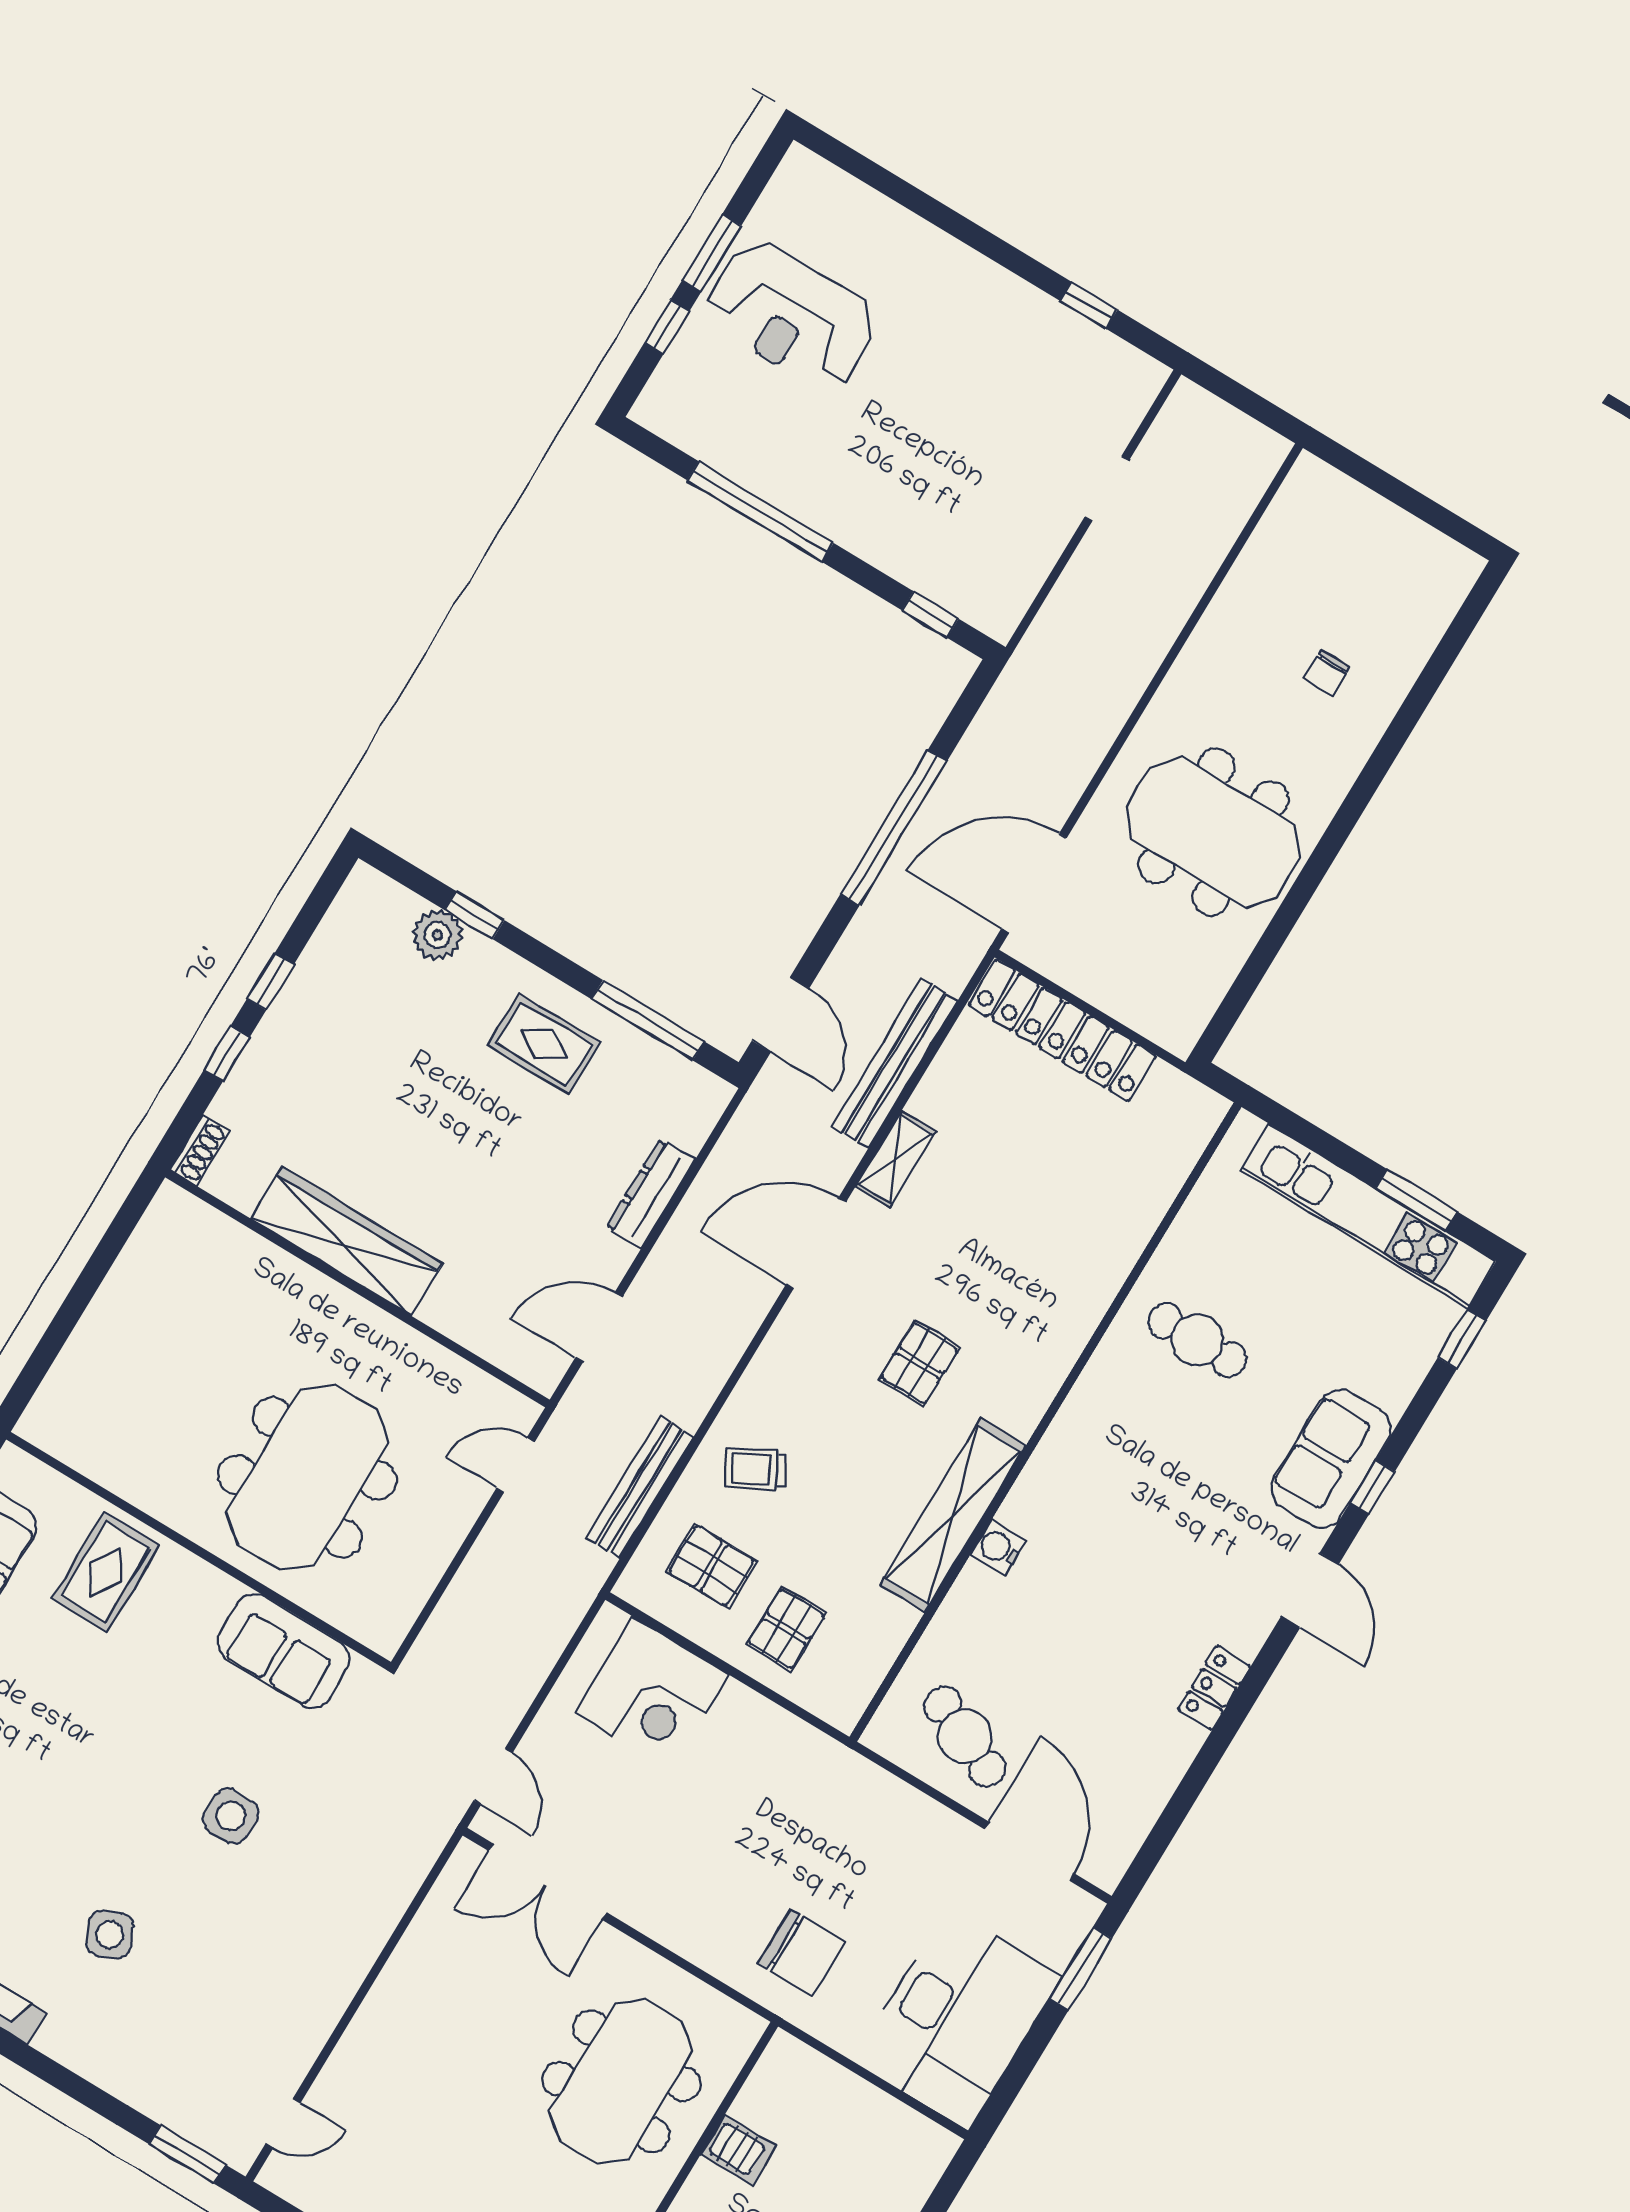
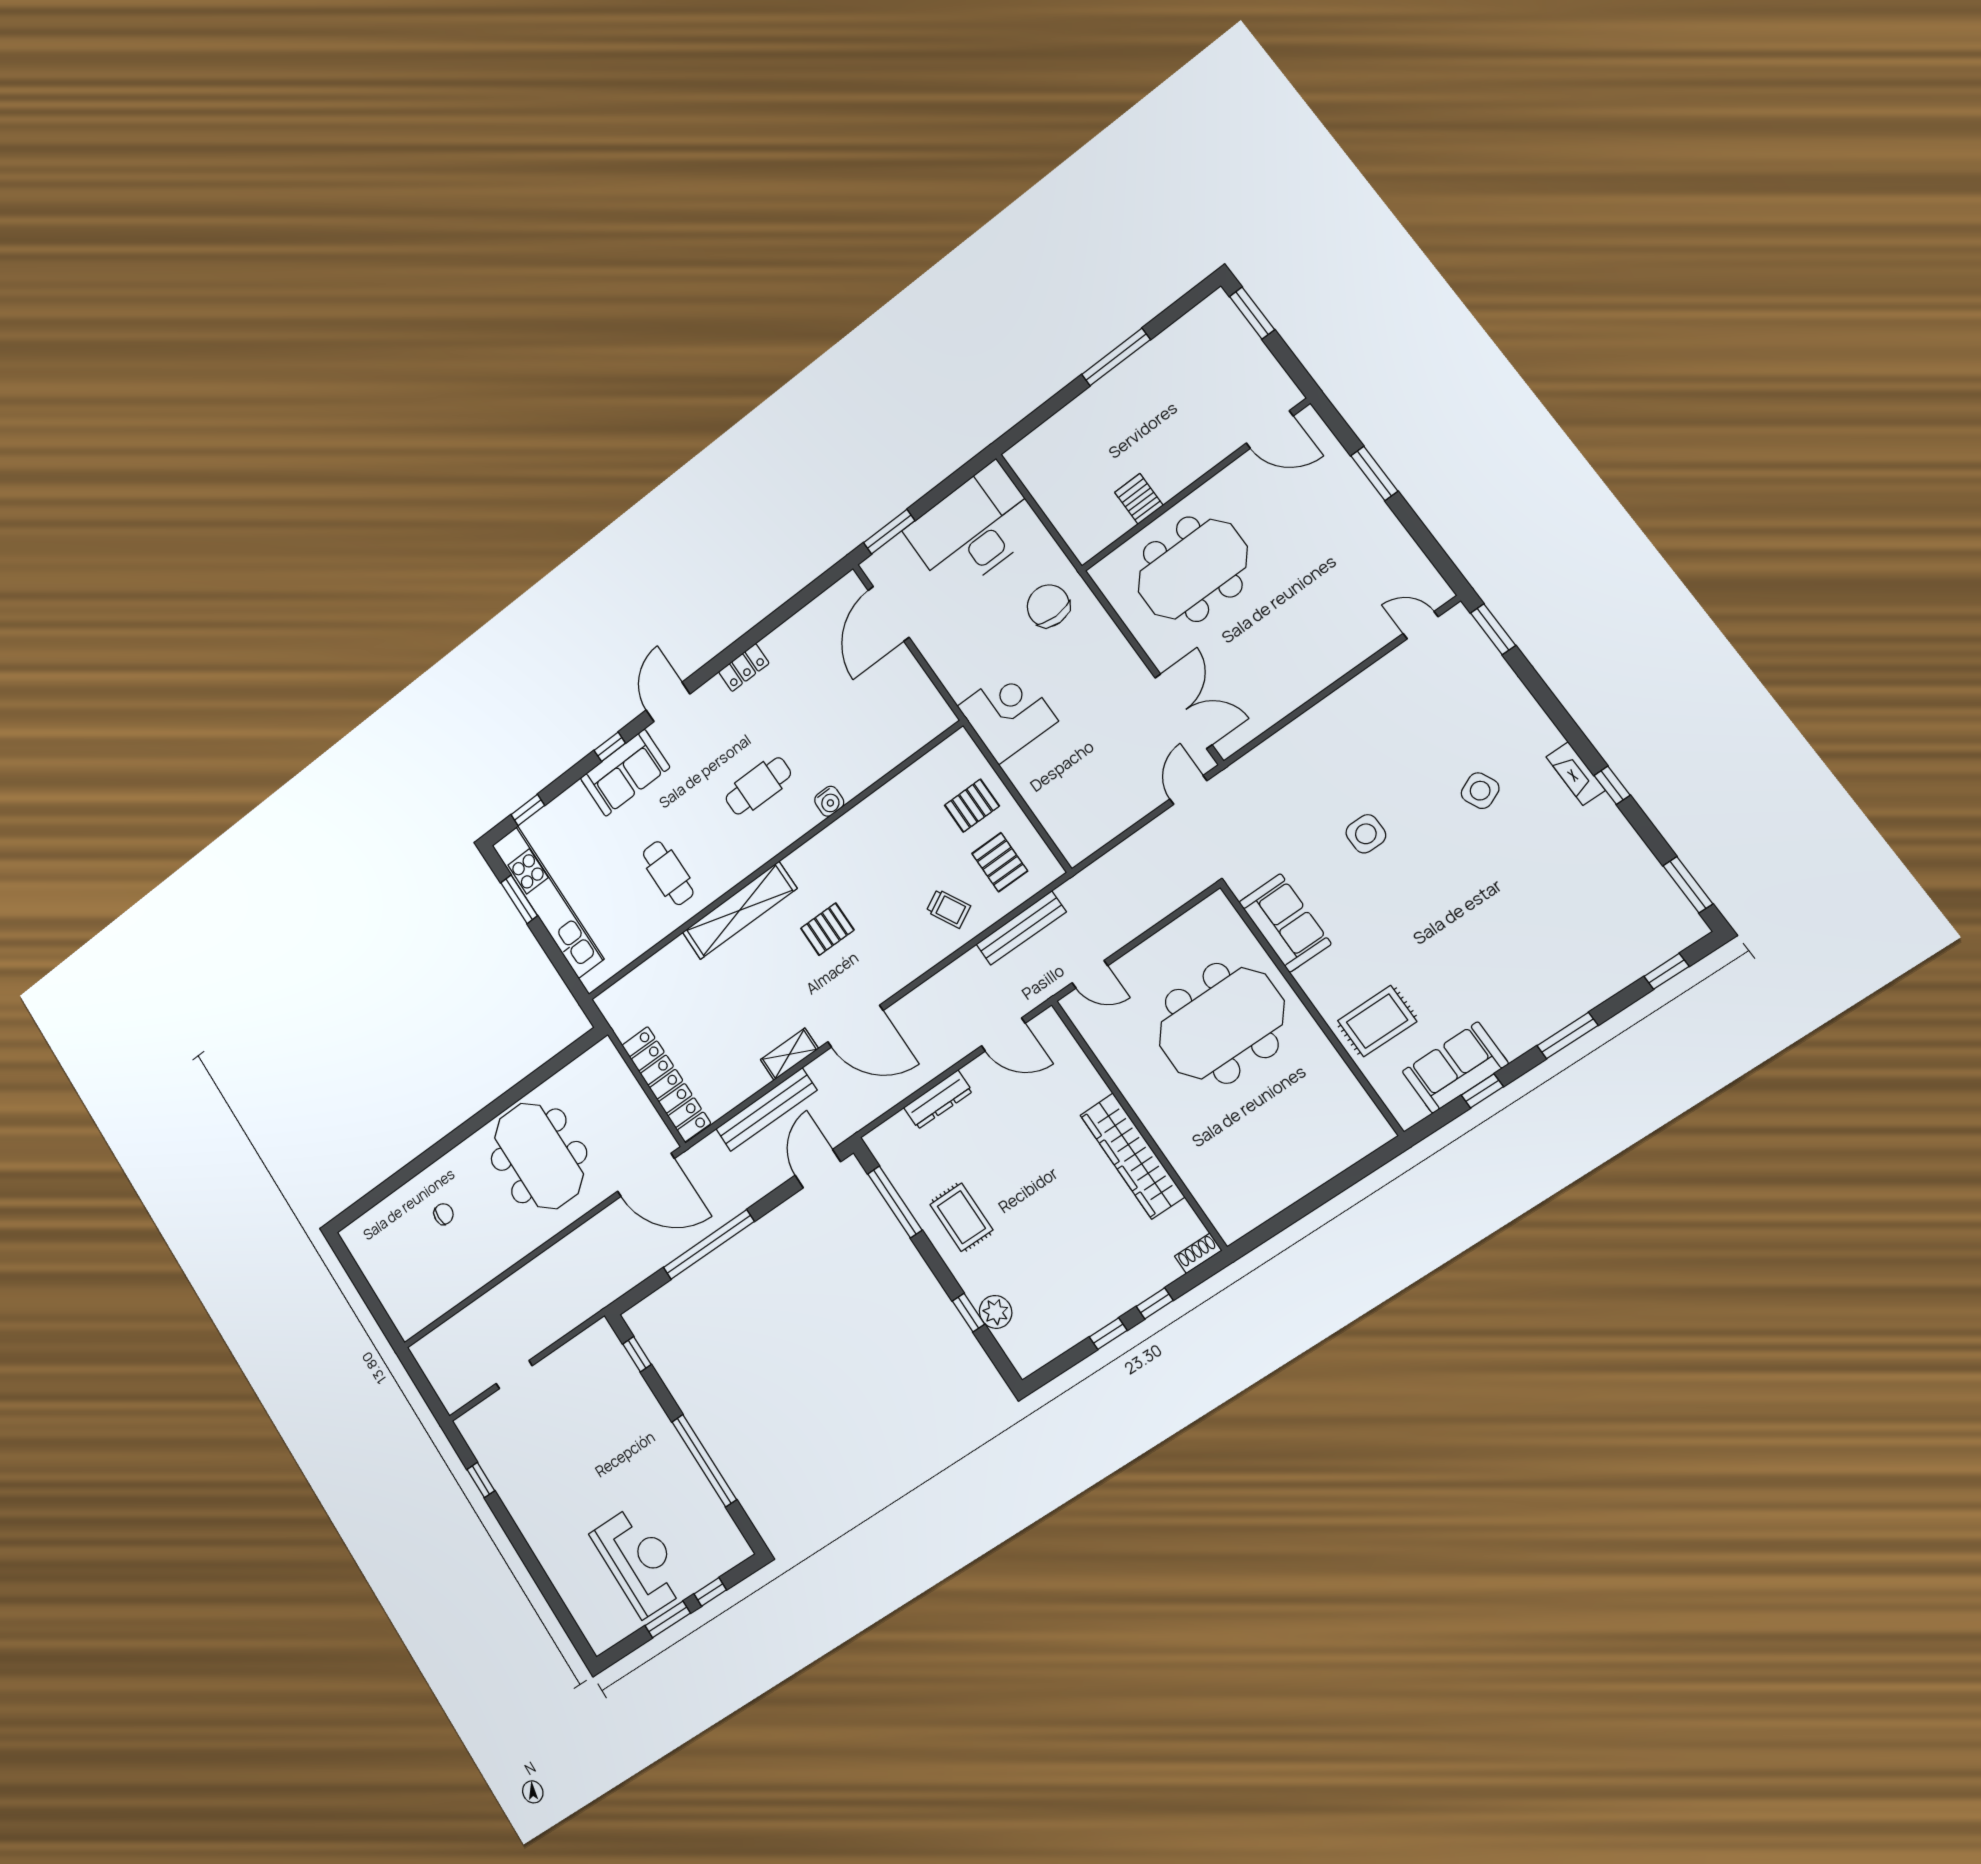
shelving: (953, 1515) -> (739, 911), moved
corner desk: (652, 1694) -> (1008, 714), moved
cafe table: (965, 1736) -> (758, 786), moved, turned 66

